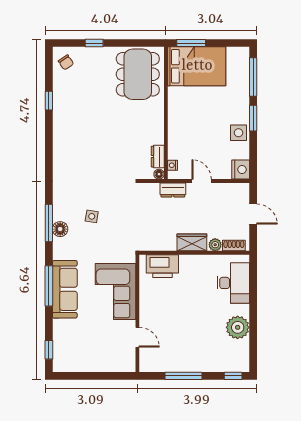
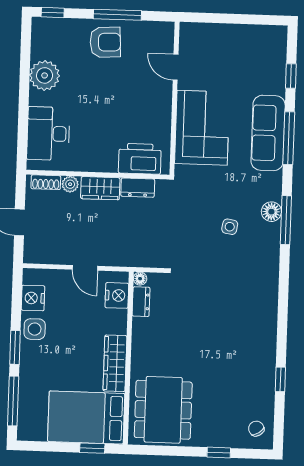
window: (191, 43) -> (92, 448), width x0.67
wardrobe: (176, 109) -> (115, 363), added
nightstand: (173, 165) -> (117, 295), width x1.89, depth x1.79
nightstand: (241, 170) -> (33, 298), moved
dresser: (173, 190) -> (138, 188), moved, turned 180
window: (49, 350) -> (291, 76), moved
armchair: (192, 354) -> (105, 42), added

